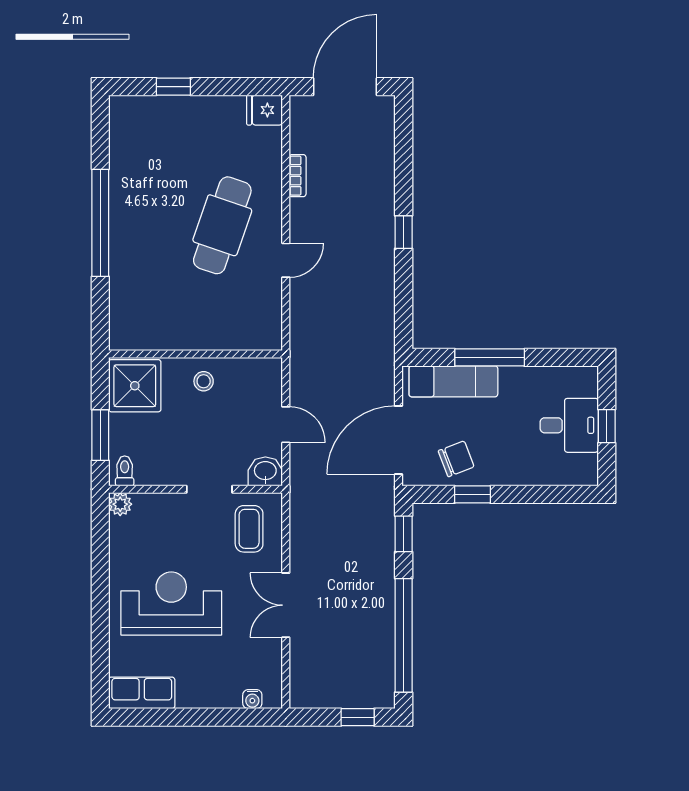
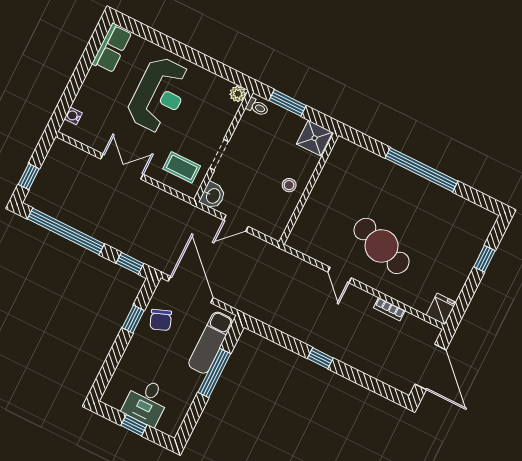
shower: (135, 386) -> (314, 138), width x0.73, depth x0.73

